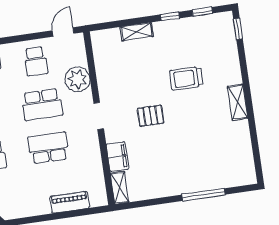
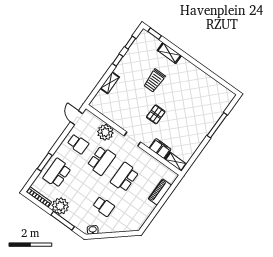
shelving: (238, 102) -> (169, 53), moved

